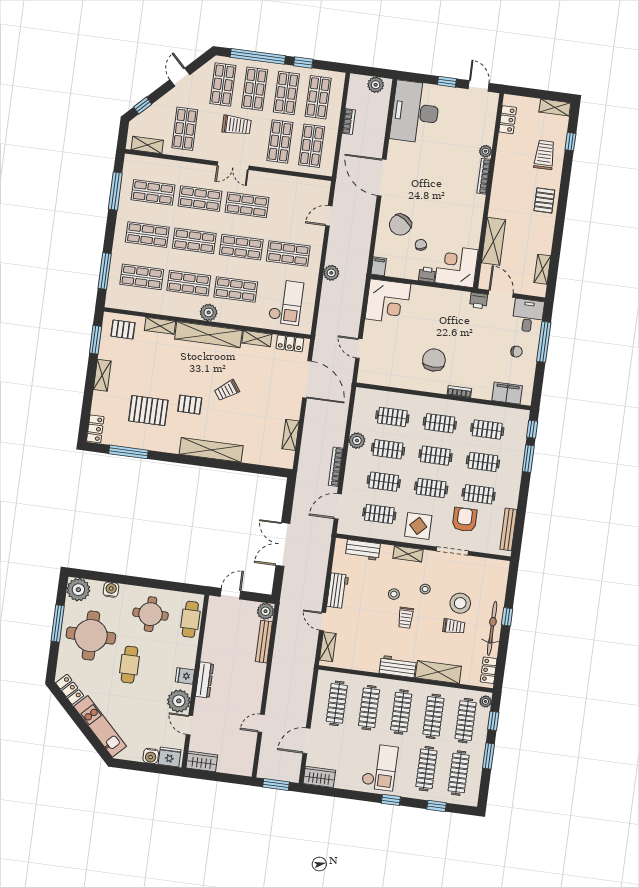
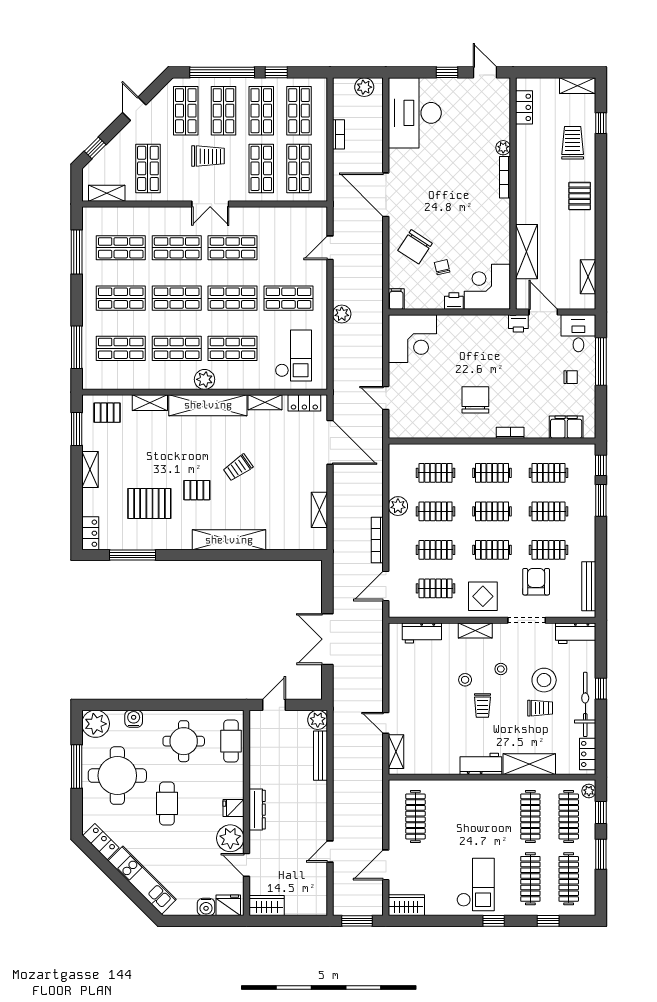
workbench: (338, 591) -> (576, 633), moved, turned 90
clothes rail: (369, 708) -> (454, 816), removed
clothes rail: (401, 712) -> (492, 816), removed

